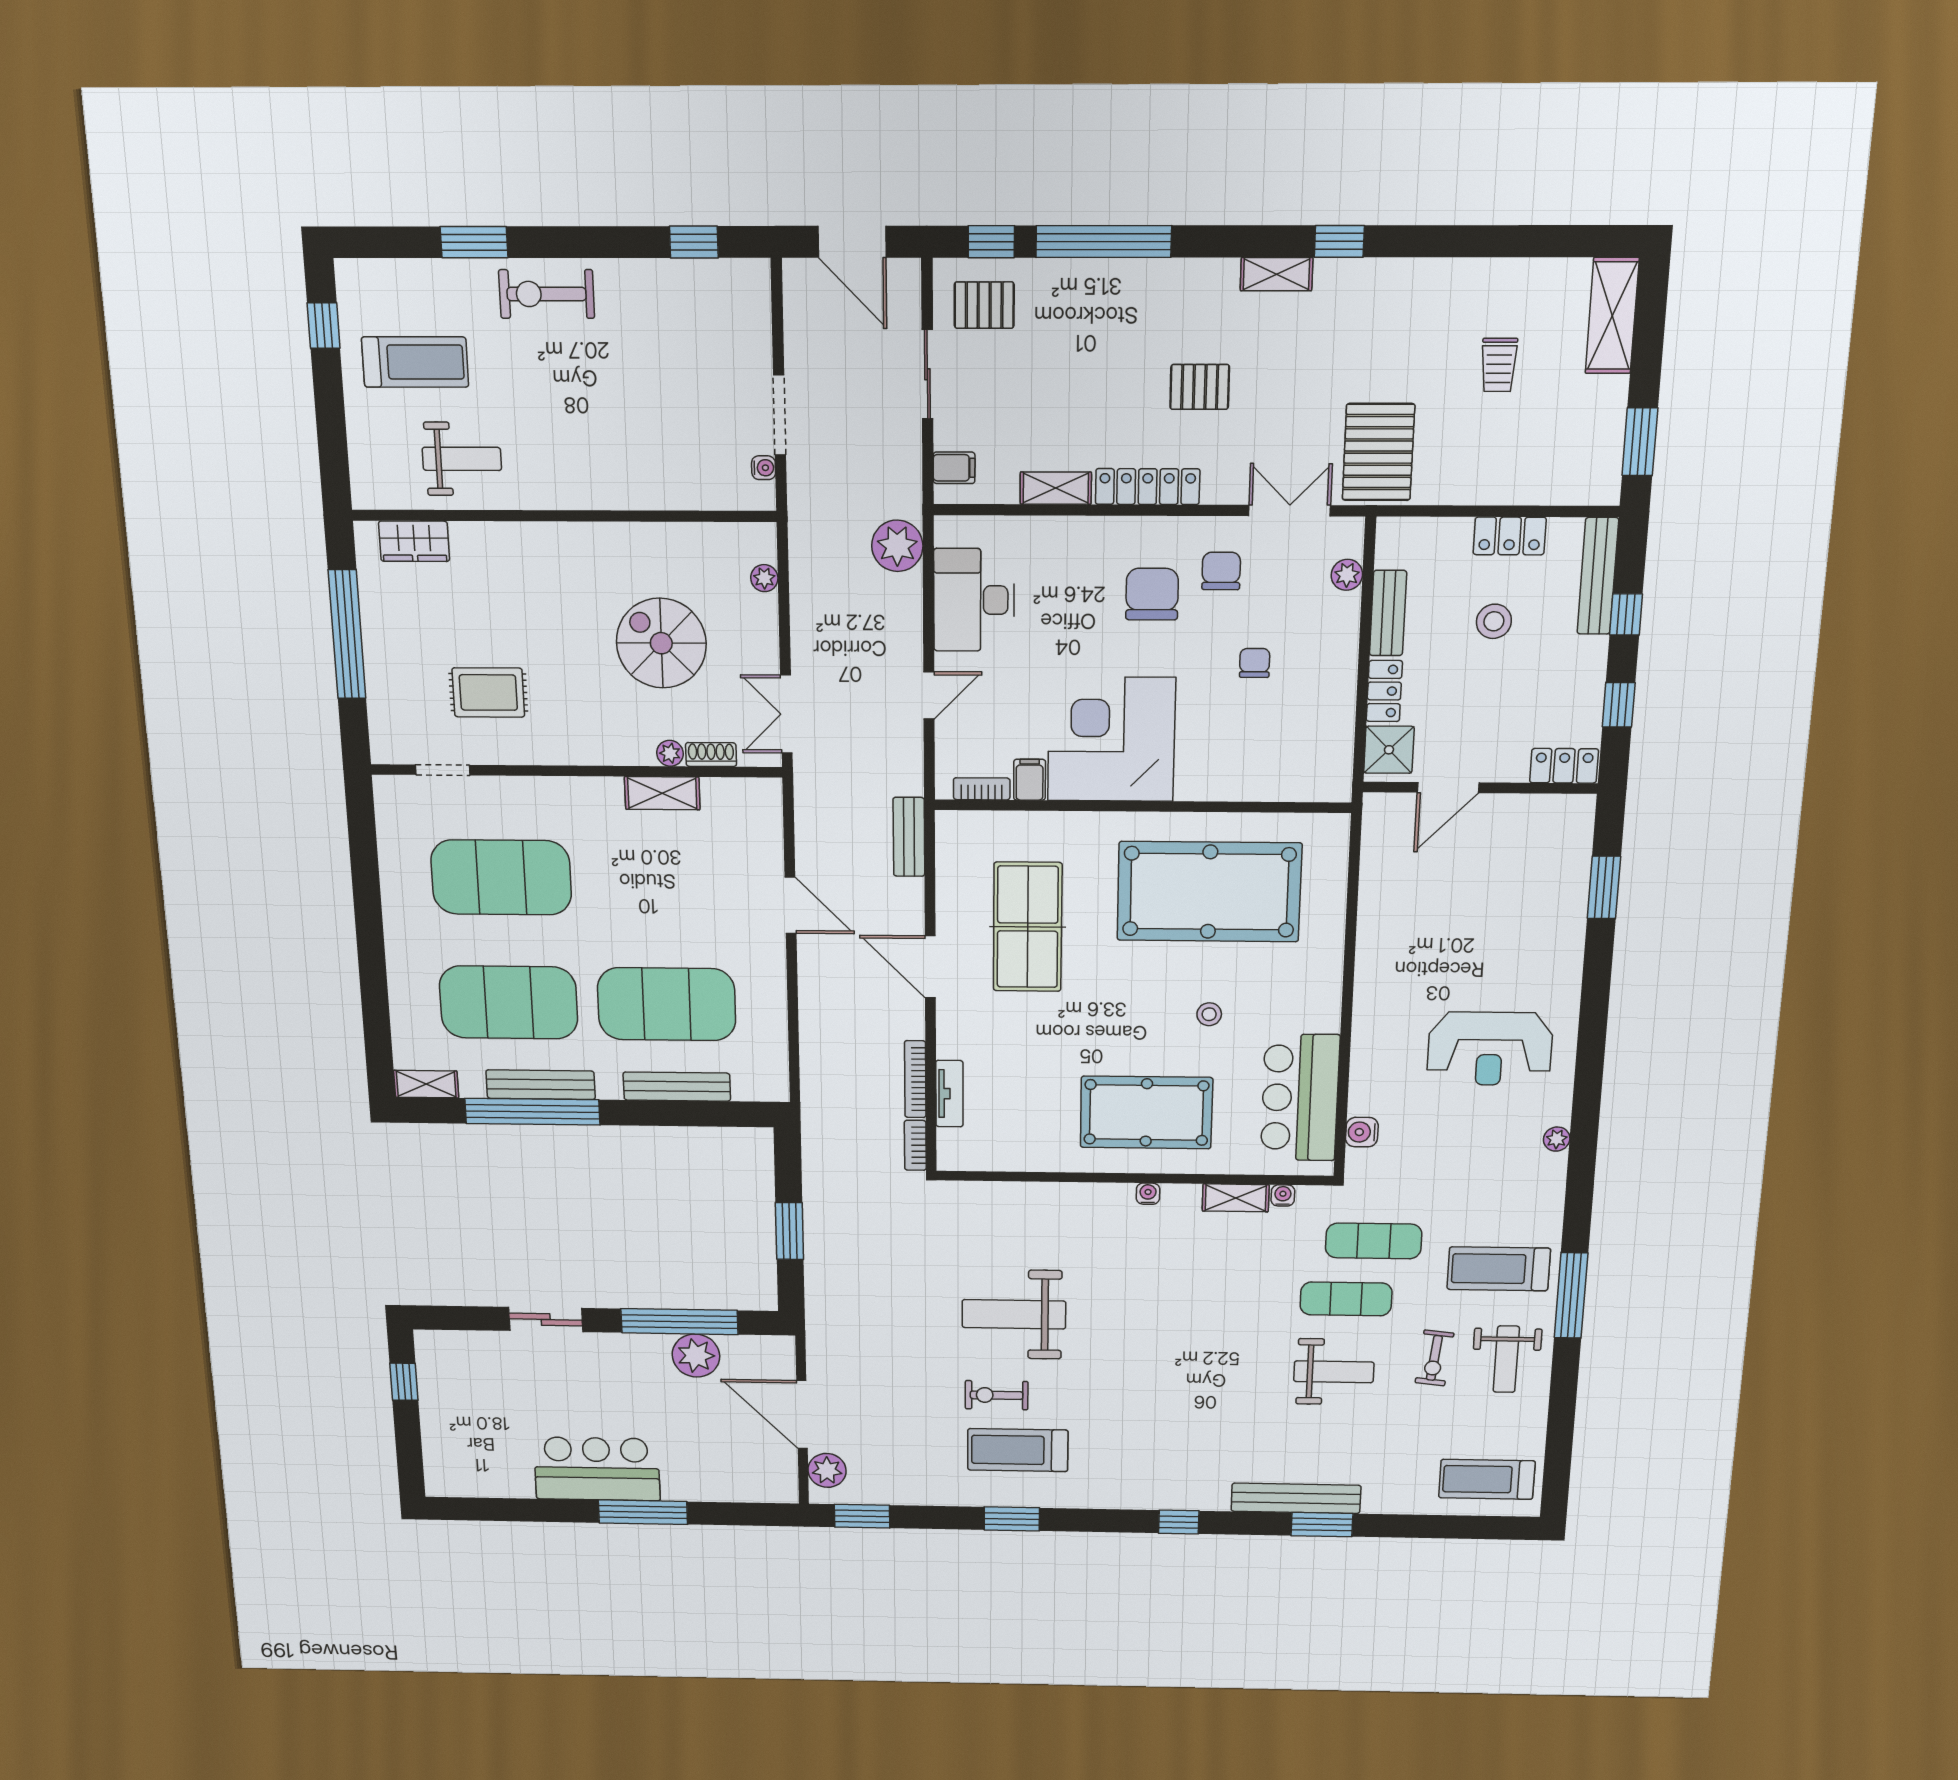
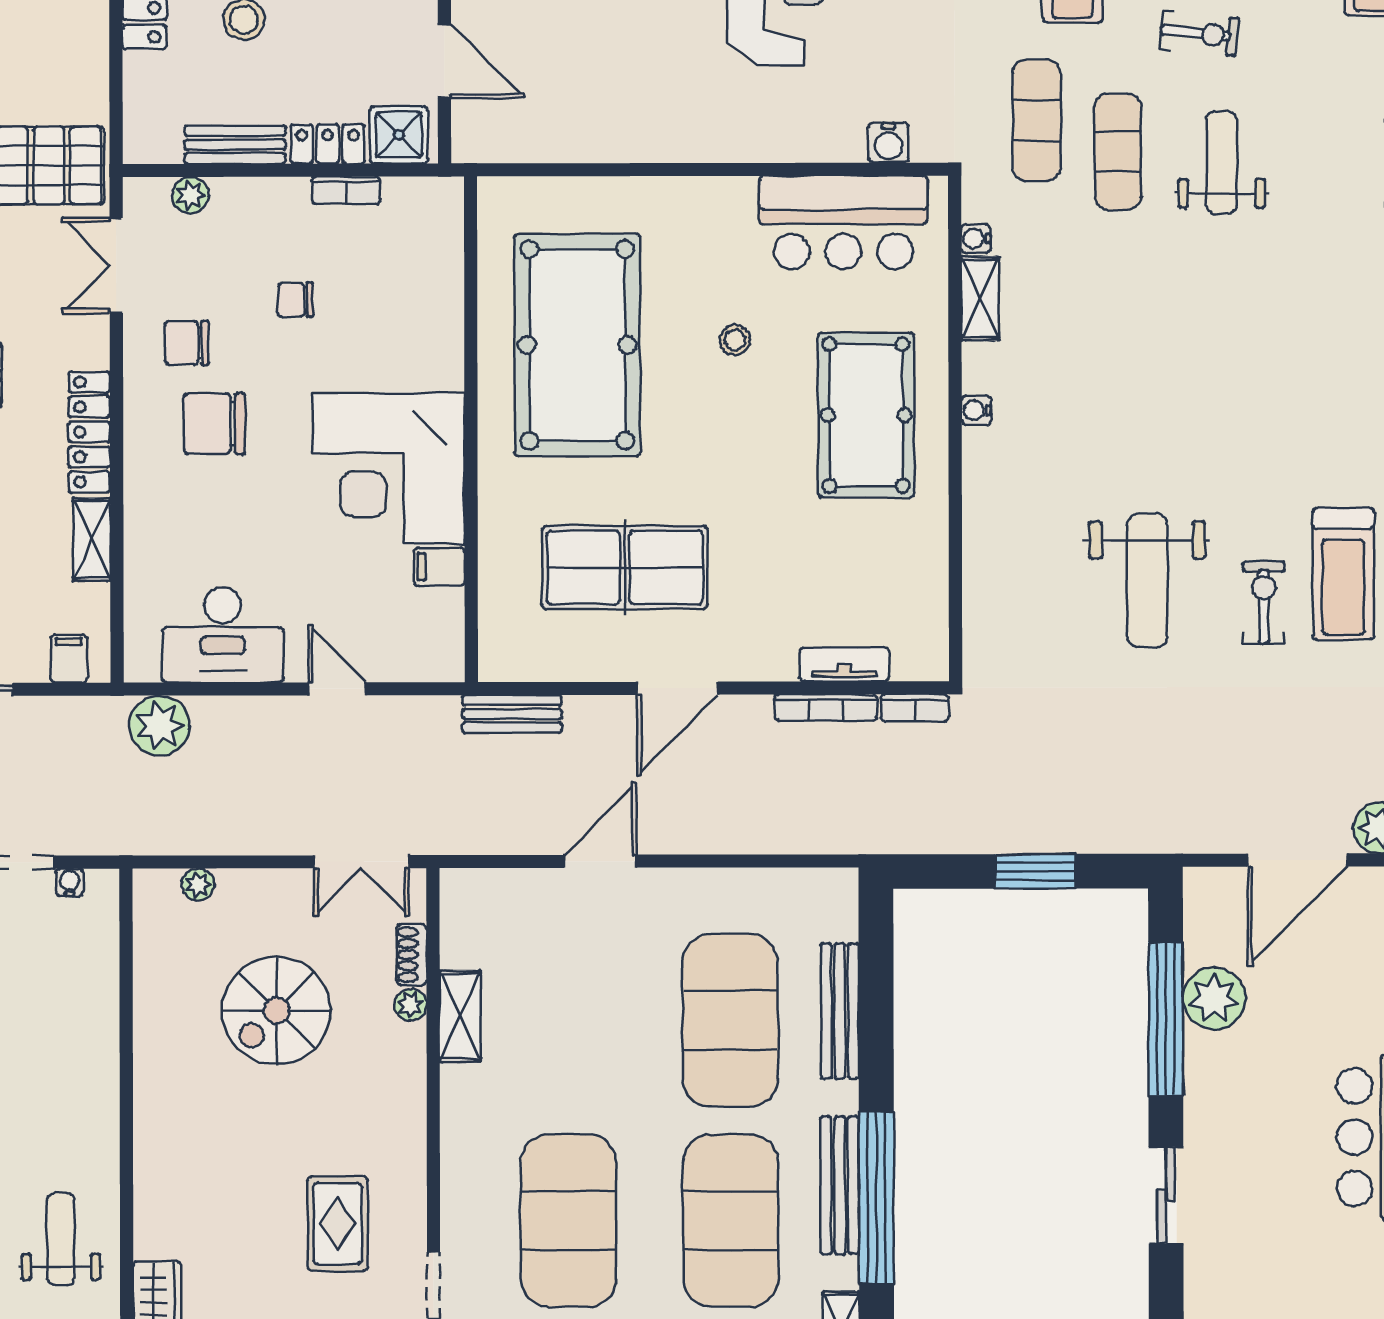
bookcase: (982, 789) -> (346, 190), moved, turned -90
exercise bike: (997, 1395) -> (1264, 602), turned 180

